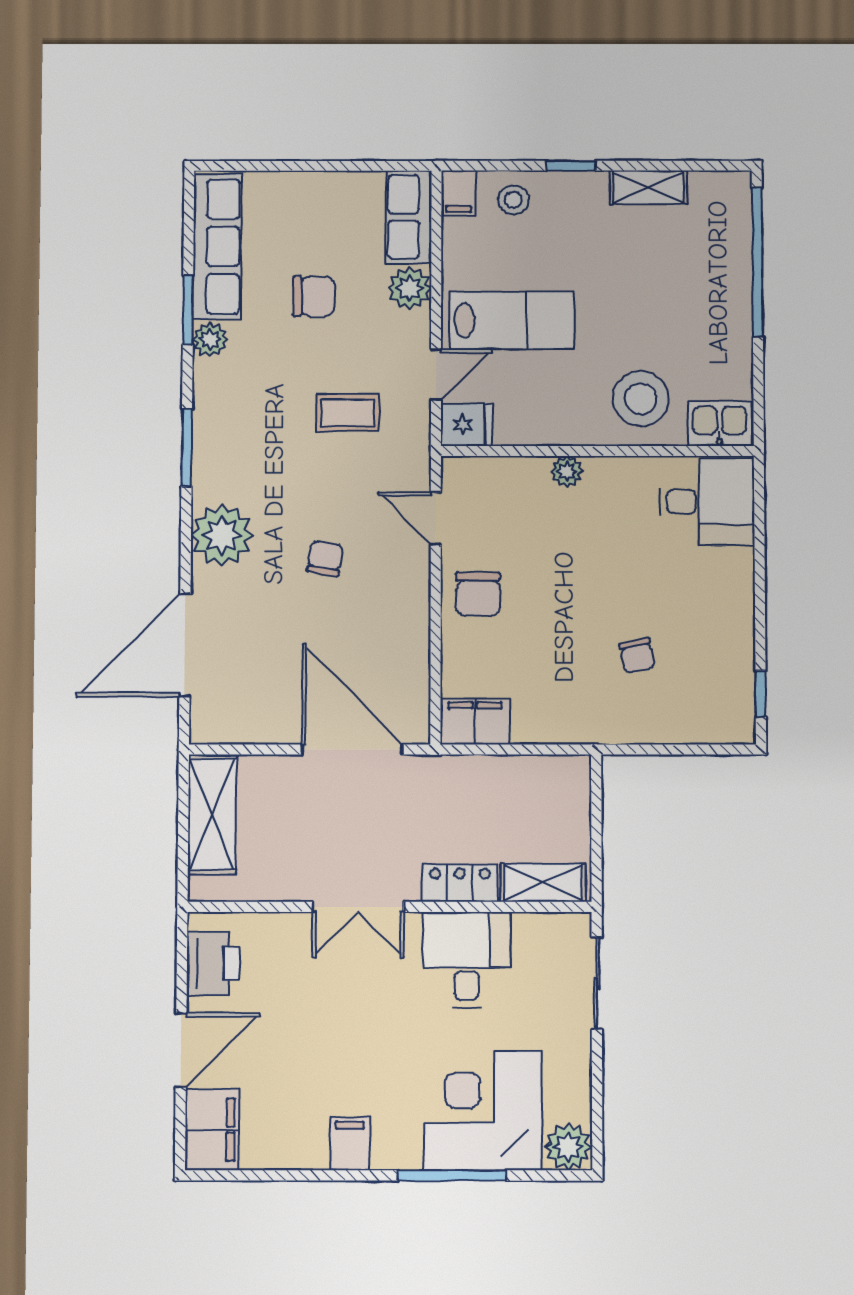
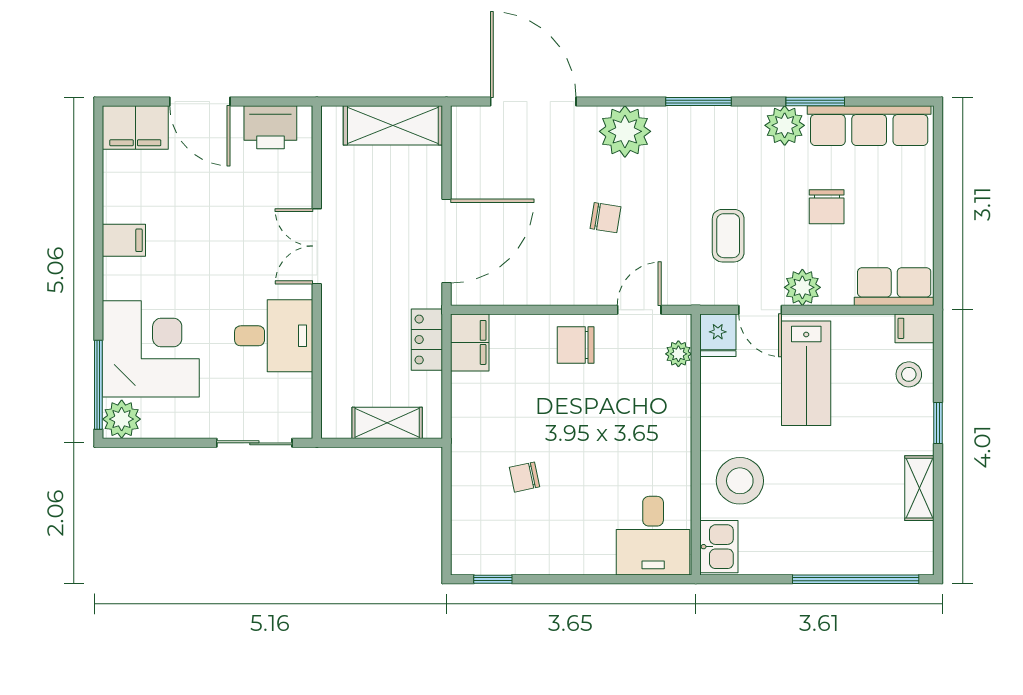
plant: (410, 288) -> (802, 287), moved
plant: (210, 339) -> (785, 125), width x1.38, depth x1.38
plant: (567, 471) -> (678, 354), moved
locker: (460, 883) -> (427, 340), moved, turned 180
shelving: (543, 883) -> (387, 423), moved, turned 90
window: (452, 1175) -> (98, 385), moved

